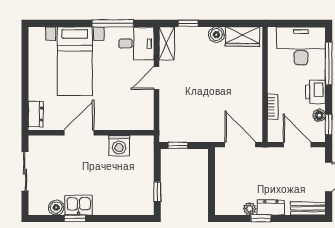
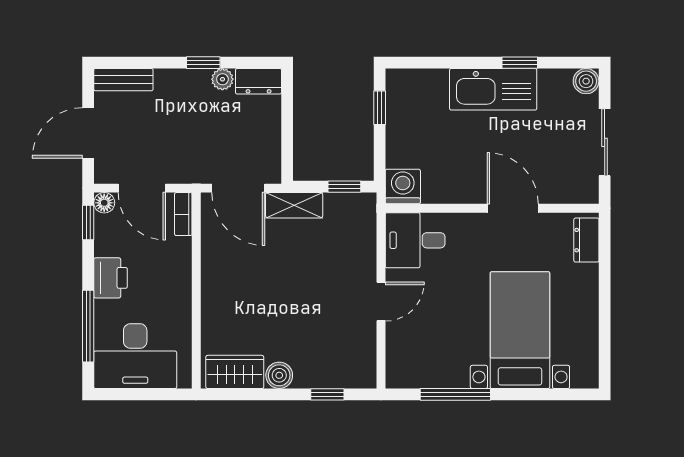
desk: (136, 43) -> (415, 240), moved
shelving: (167, 43) -> (294, 205), moved, turned 90
bookcase: (273, 107) -> (183, 214), moved
floor lamp: (319, 115) -> (104, 203), moved
door: (79, 133) -> (513, 208), swing flipped
washing machine: (119, 146) -> (403, 186), moved
kitchen sink: (79, 205) -> (493, 89), width x1.87, depth x1.24
dresser: (271, 207) -> (259, 81), moved
boiler: (56, 208) -> (586, 81), moved

